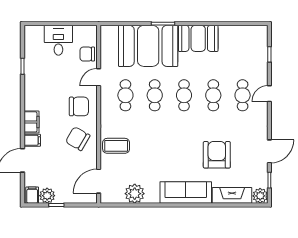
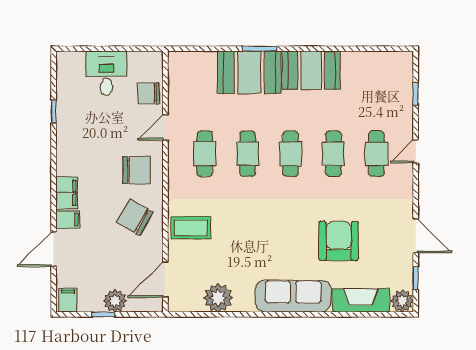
booth: (148, 46) -> (249, 72), width x0.73, depth x0.70
door: (269, 151) -> (416, 236), hinge flipped
plant: (47, 196) -> (115, 301), moved

